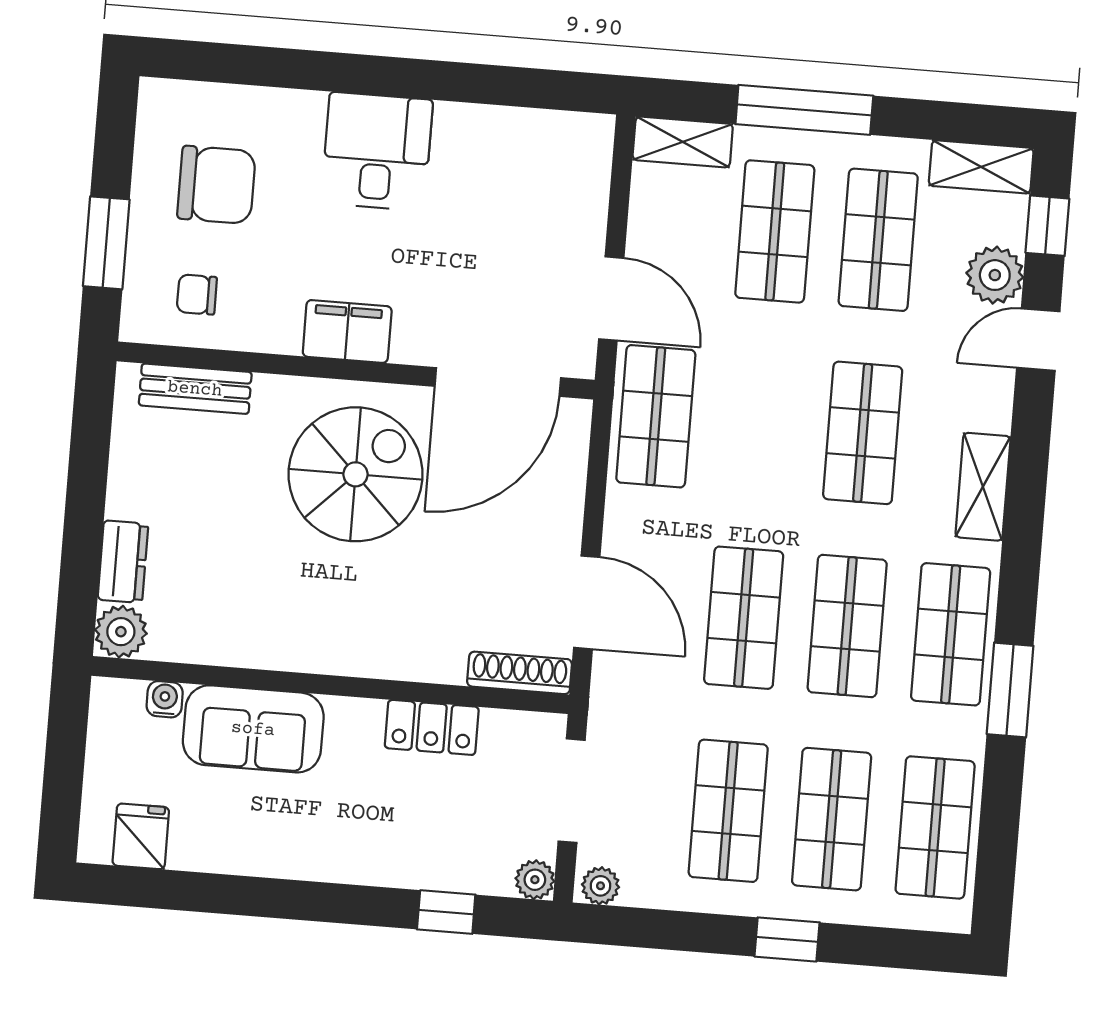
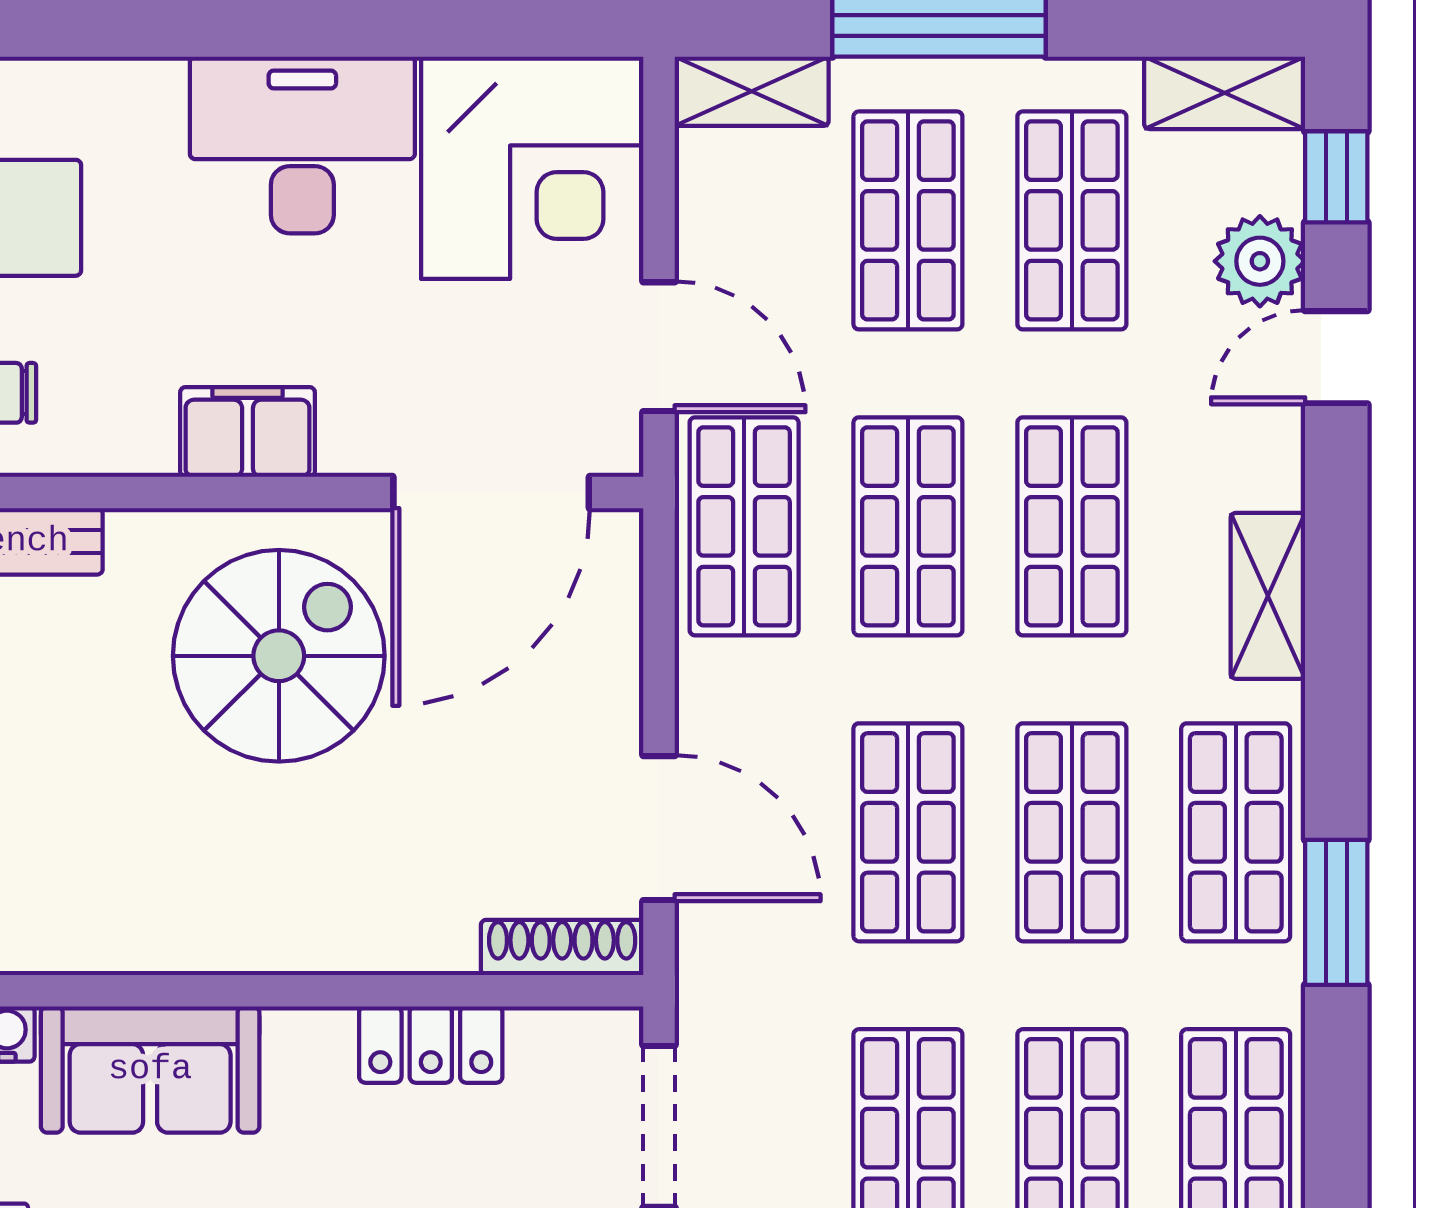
desk: (377, 151) -> (302, 145), width x1.37
corner desk: (540, 179) -> (532, 168), added
shop shelf: (759, 425) -> (908, 526), added

